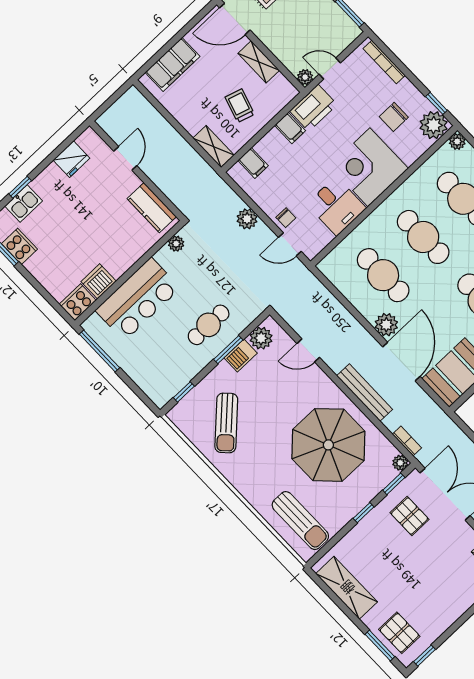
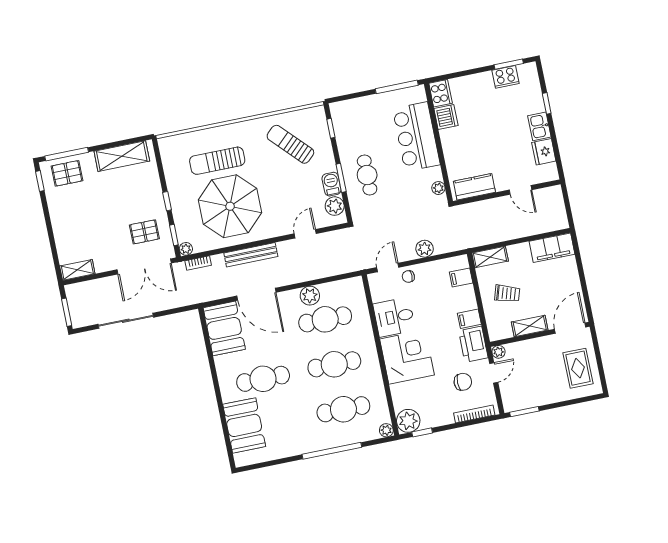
filing cabinet: (172, 64) -> (552, 248), moved, turned -90
chair: (394, 117) -> (463, 382), moved, turned 90
kitchen sink: (24, 204) -> (539, 126), moved
plant: (386, 325) -> (310, 296), moved
sun lounger: (300, 521) -> (217, 161), moved
window: (380, 645) -> (67, 154), width x1.44

